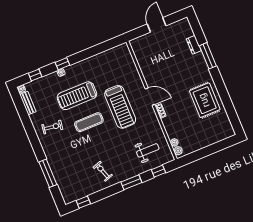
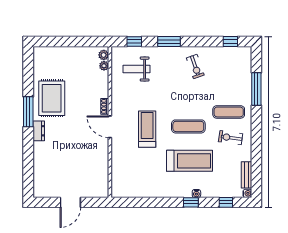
dresser: (194, 45) -> (39, 131), moved
window: (208, 56) -> (28, 112), moved
treadmill: (120, 107) -> (147, 129), width x0.73, depth x0.73
exercise mat: (62, 146) -> (229, 112), added

